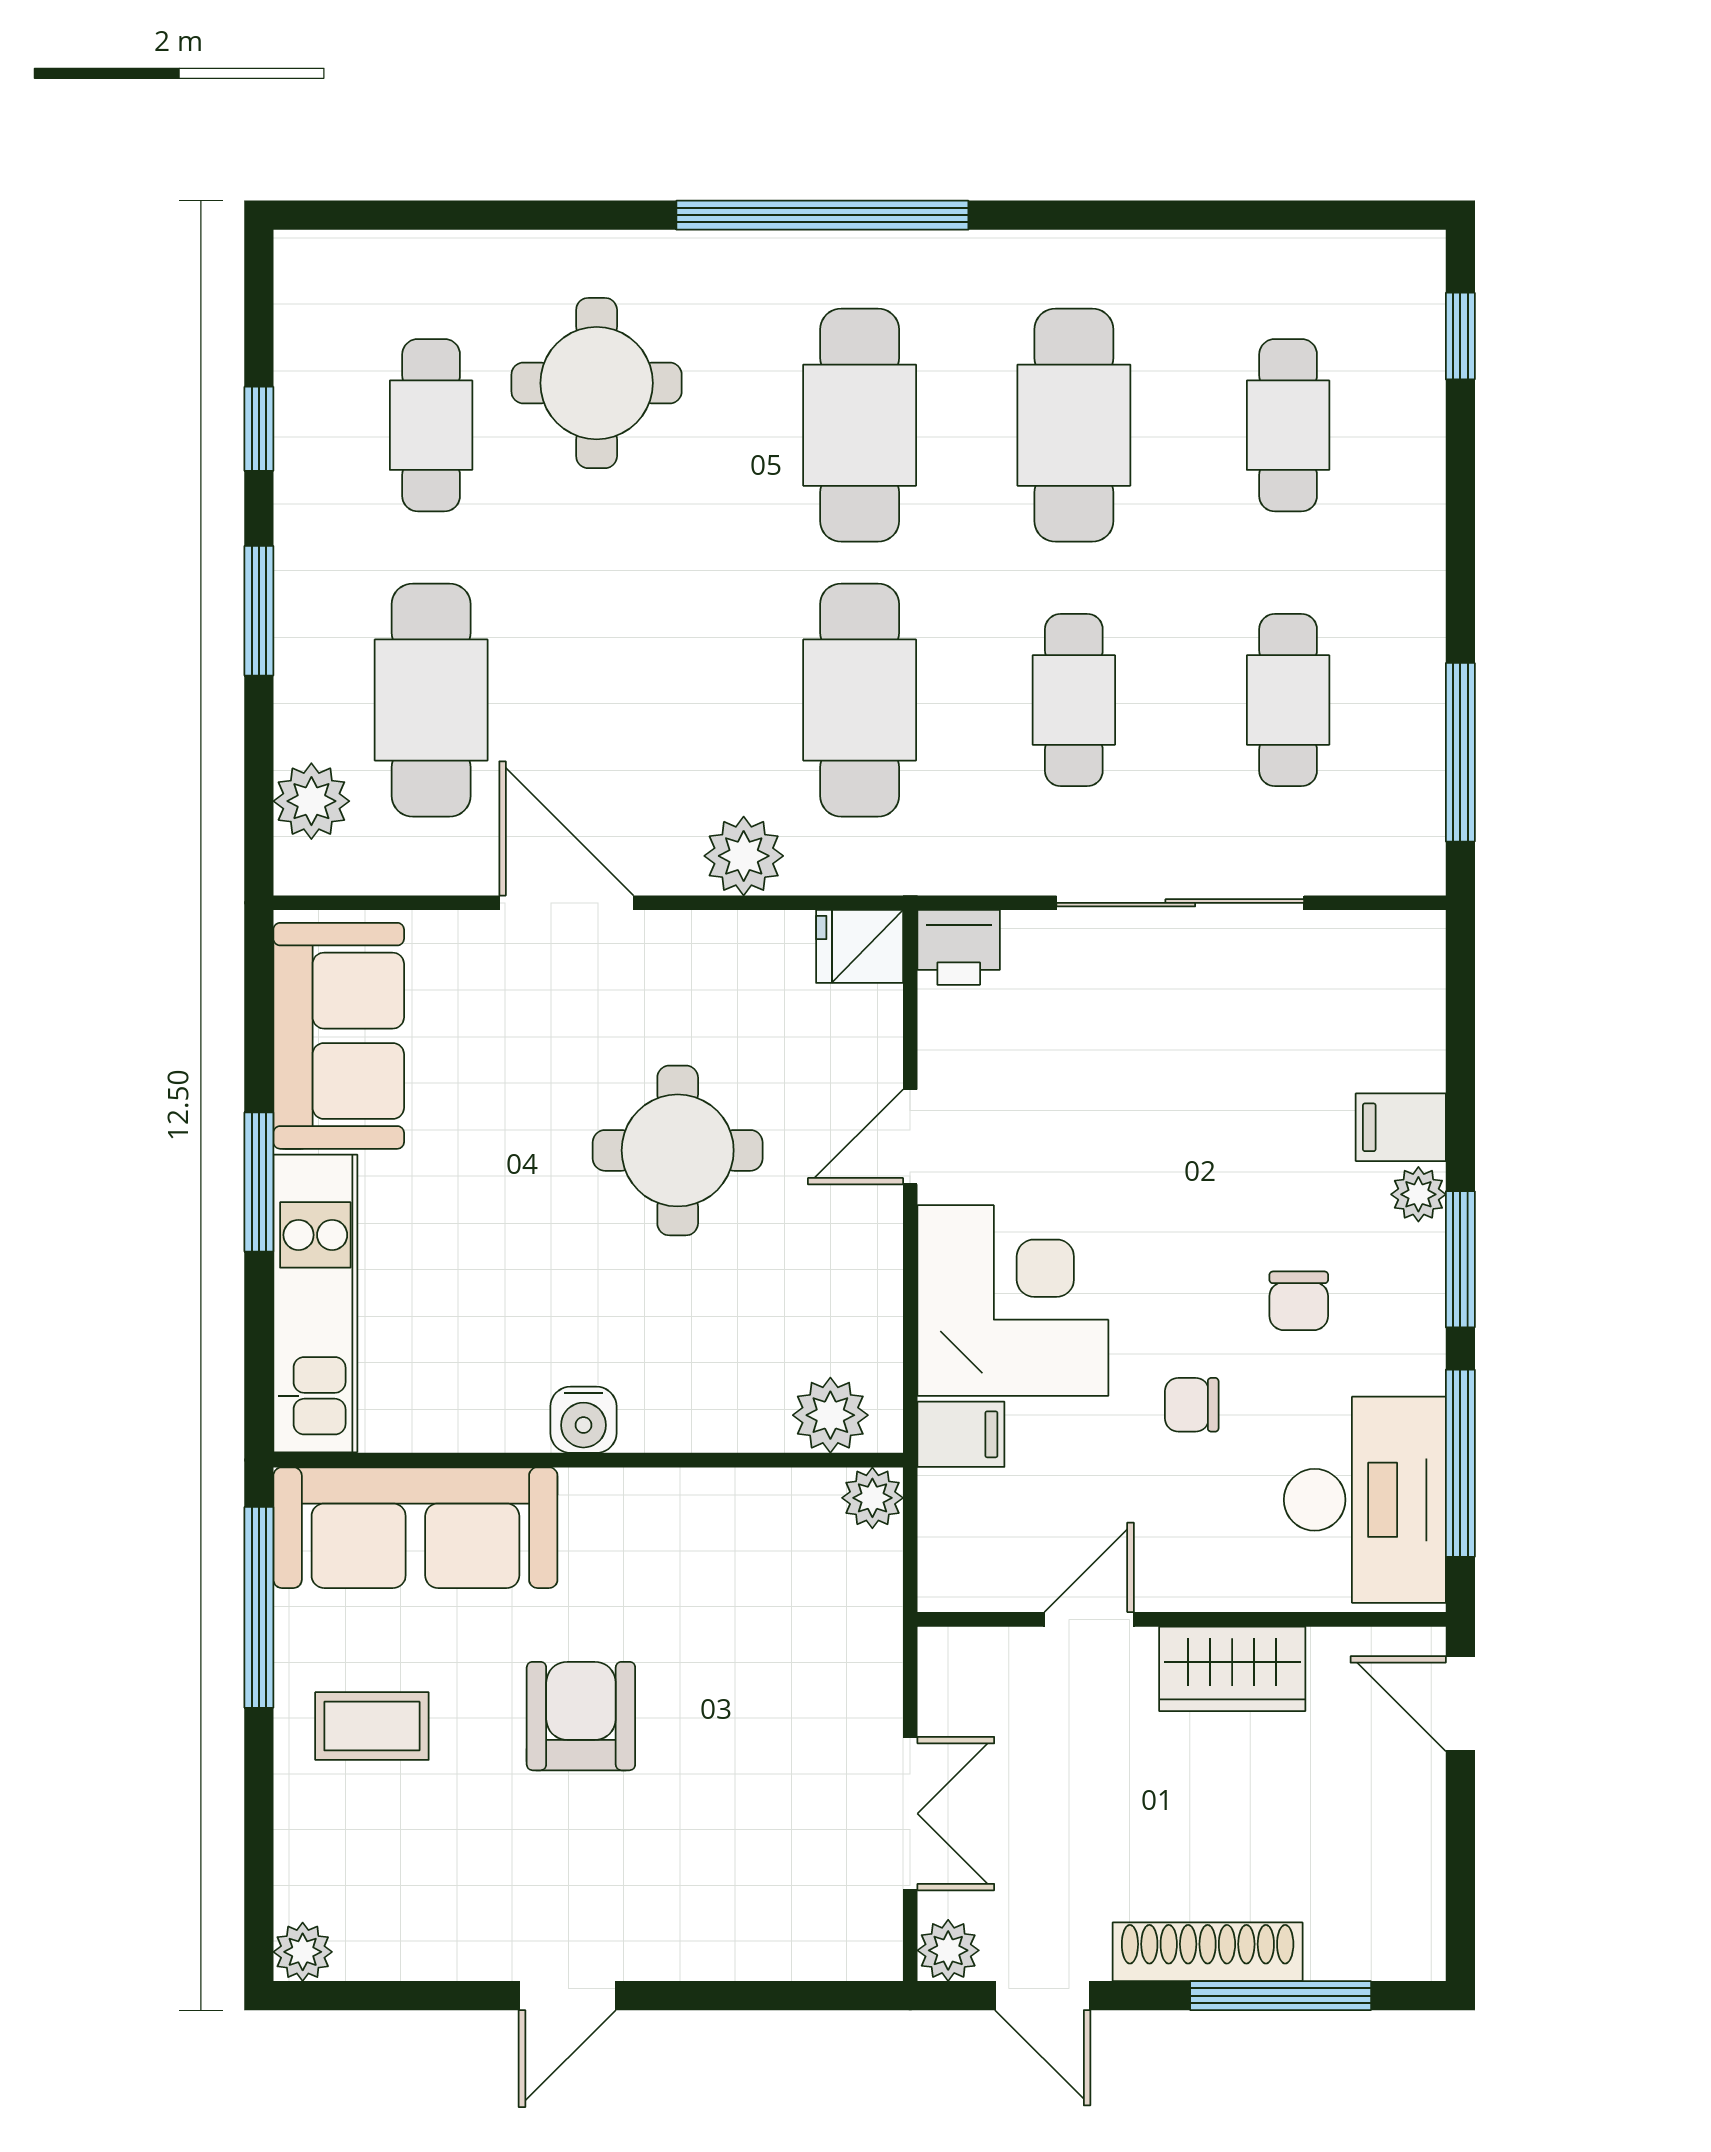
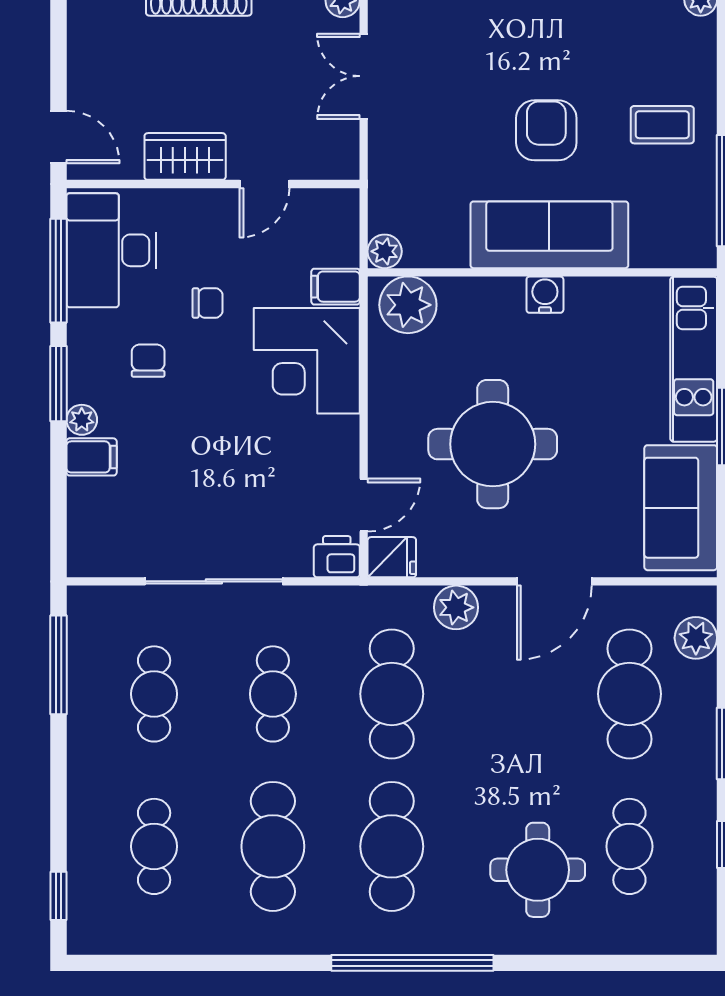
door: (566, 903) -> (554, 581), hinge flipped
door: (910, 1137) -> (364, 505), moved
round table: (678, 1150) -> (493, 444), width x1.36, depth x1.36
plant: (830, 1415) -> (408, 305), width x1.36, depth x1.36
sofa: (415, 1528) -> (549, 235), moved
armchair: (581, 1716) -> (546, 130), turned 180

